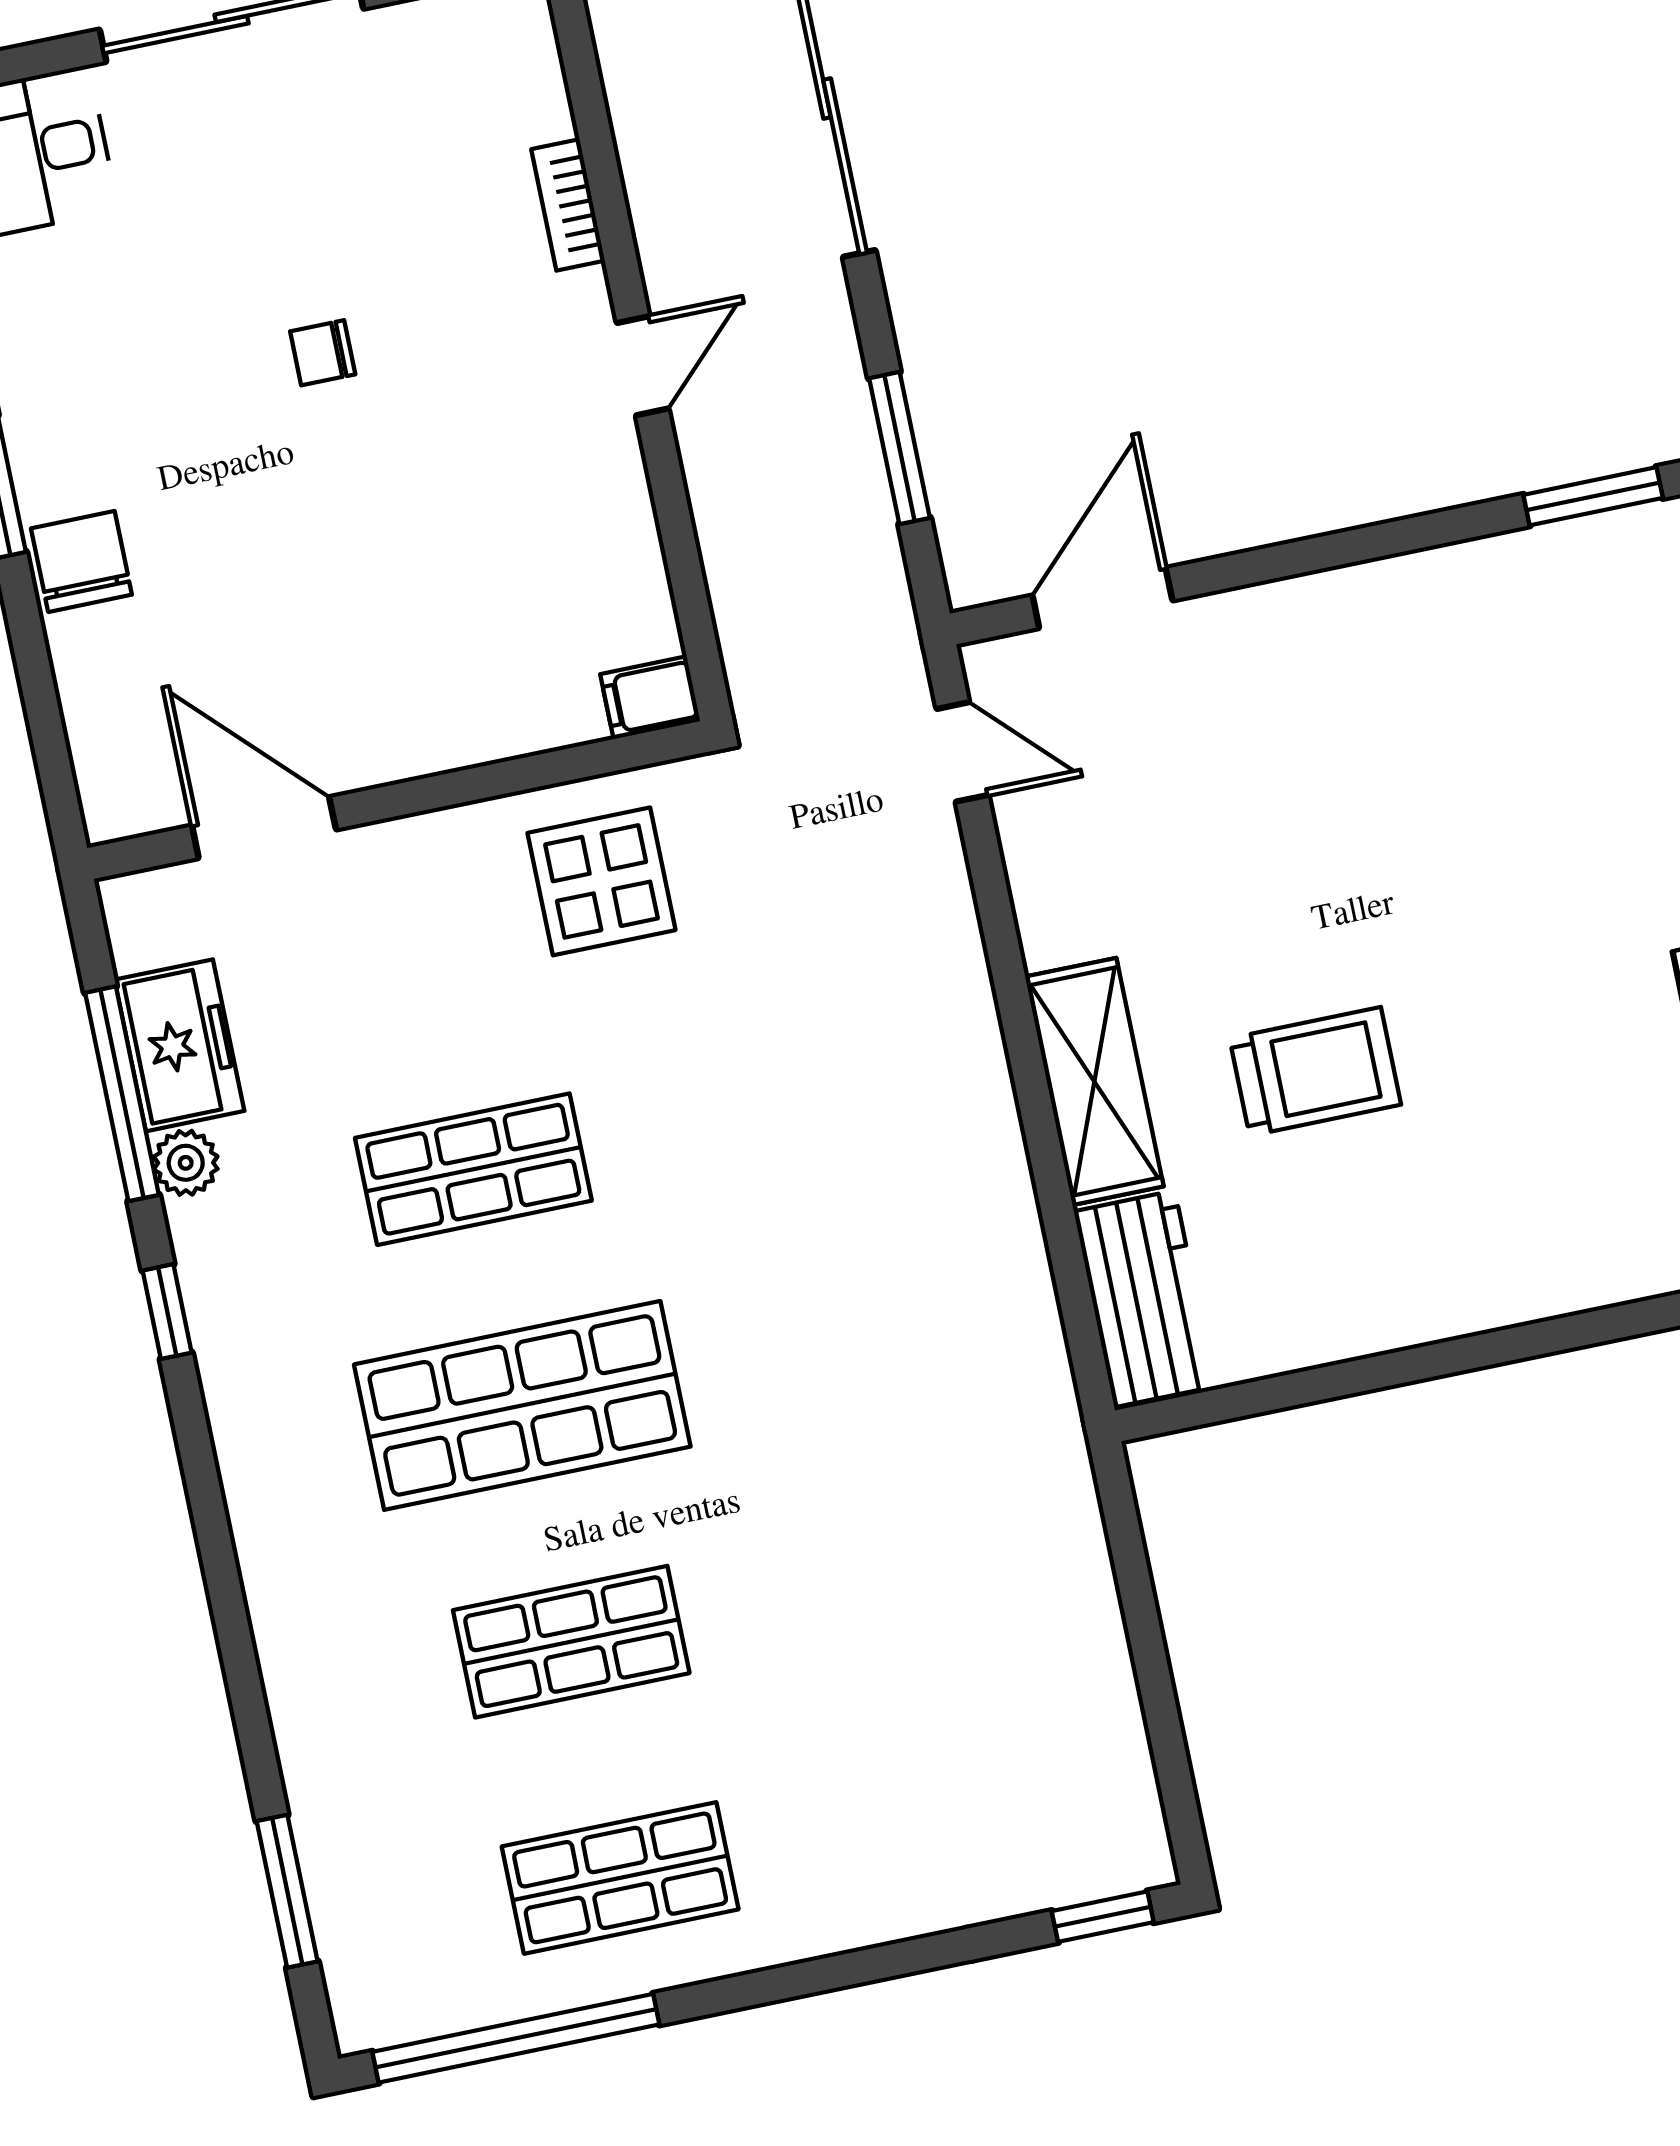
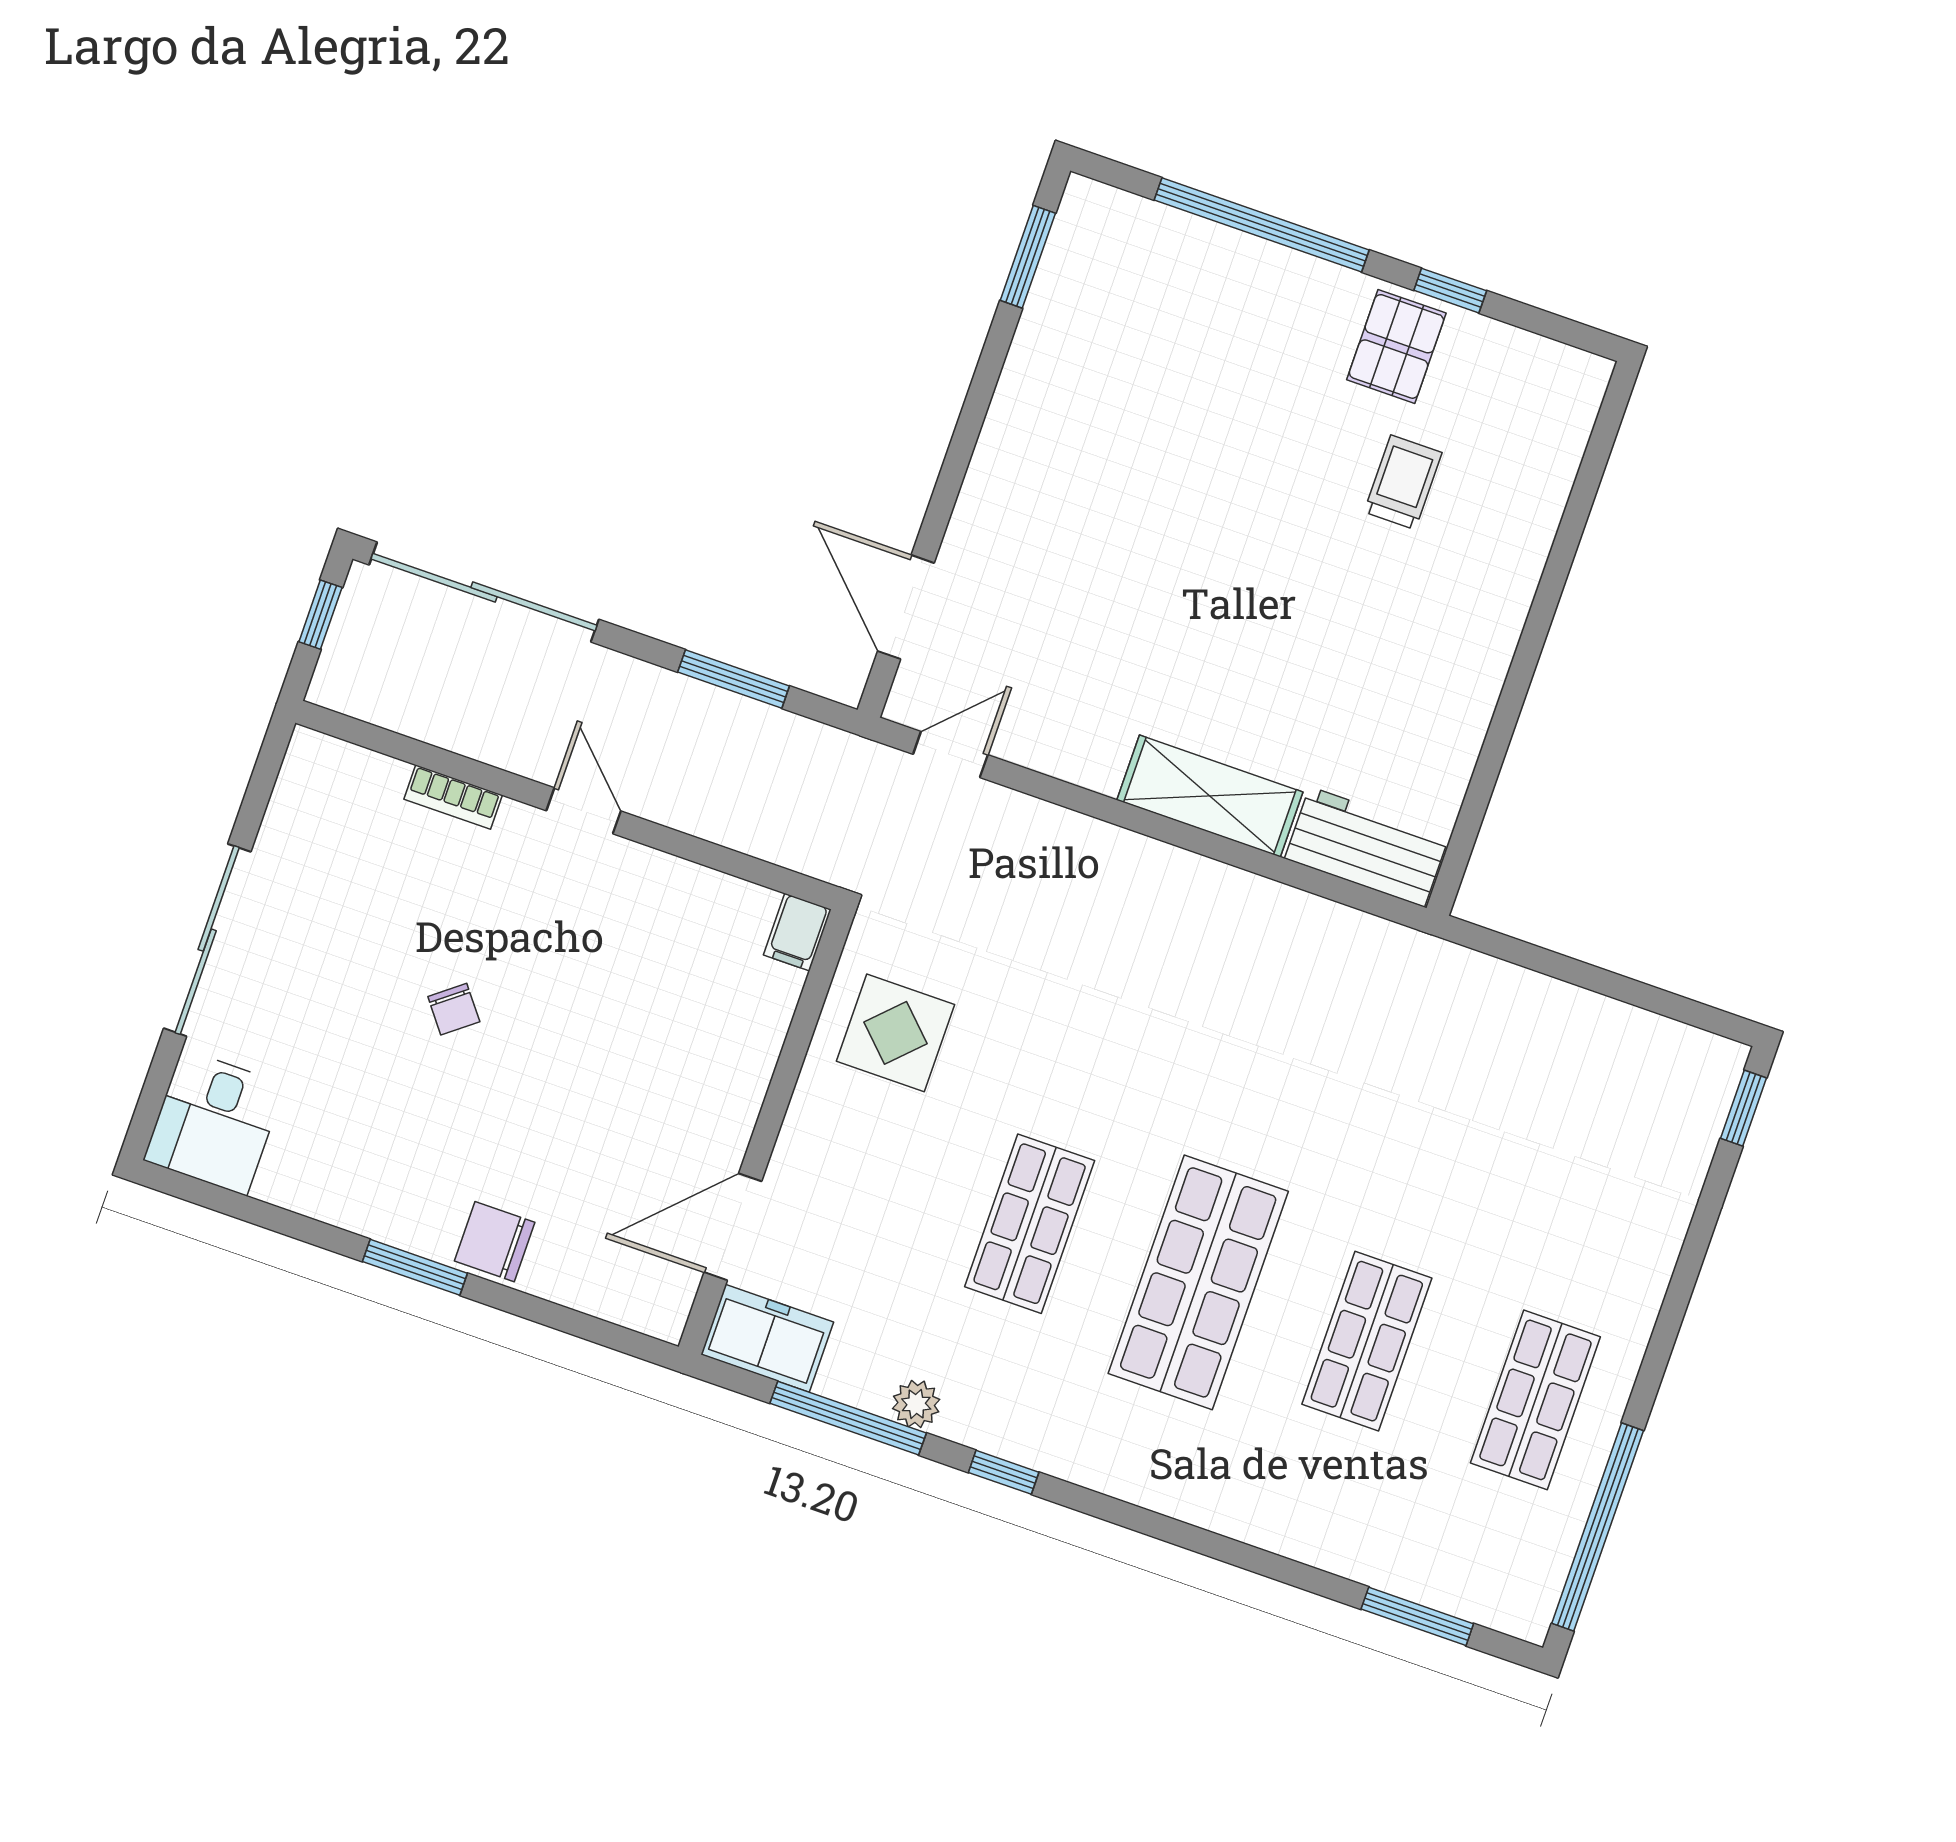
chair: (323, 353) -> (454, 1009), turned -38
freezer: (179, 1045) -> (767, 1338), moved
trolley: (1315, 1071) -> (1403, 482), moved, width x0.73, depth x0.72

